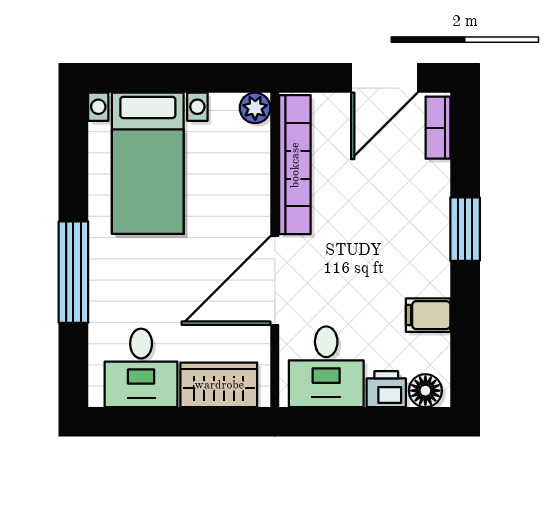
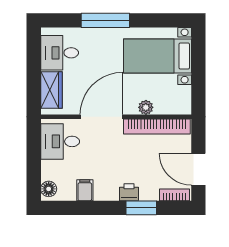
plant: (255, 108) -> (146, 107), moved
window: (465, 229) -> (141, 208), moved
door: (275, 280) -> (101, 117), hinge flipped
printer: (386, 389) -> (129, 192), moved, turned -90

